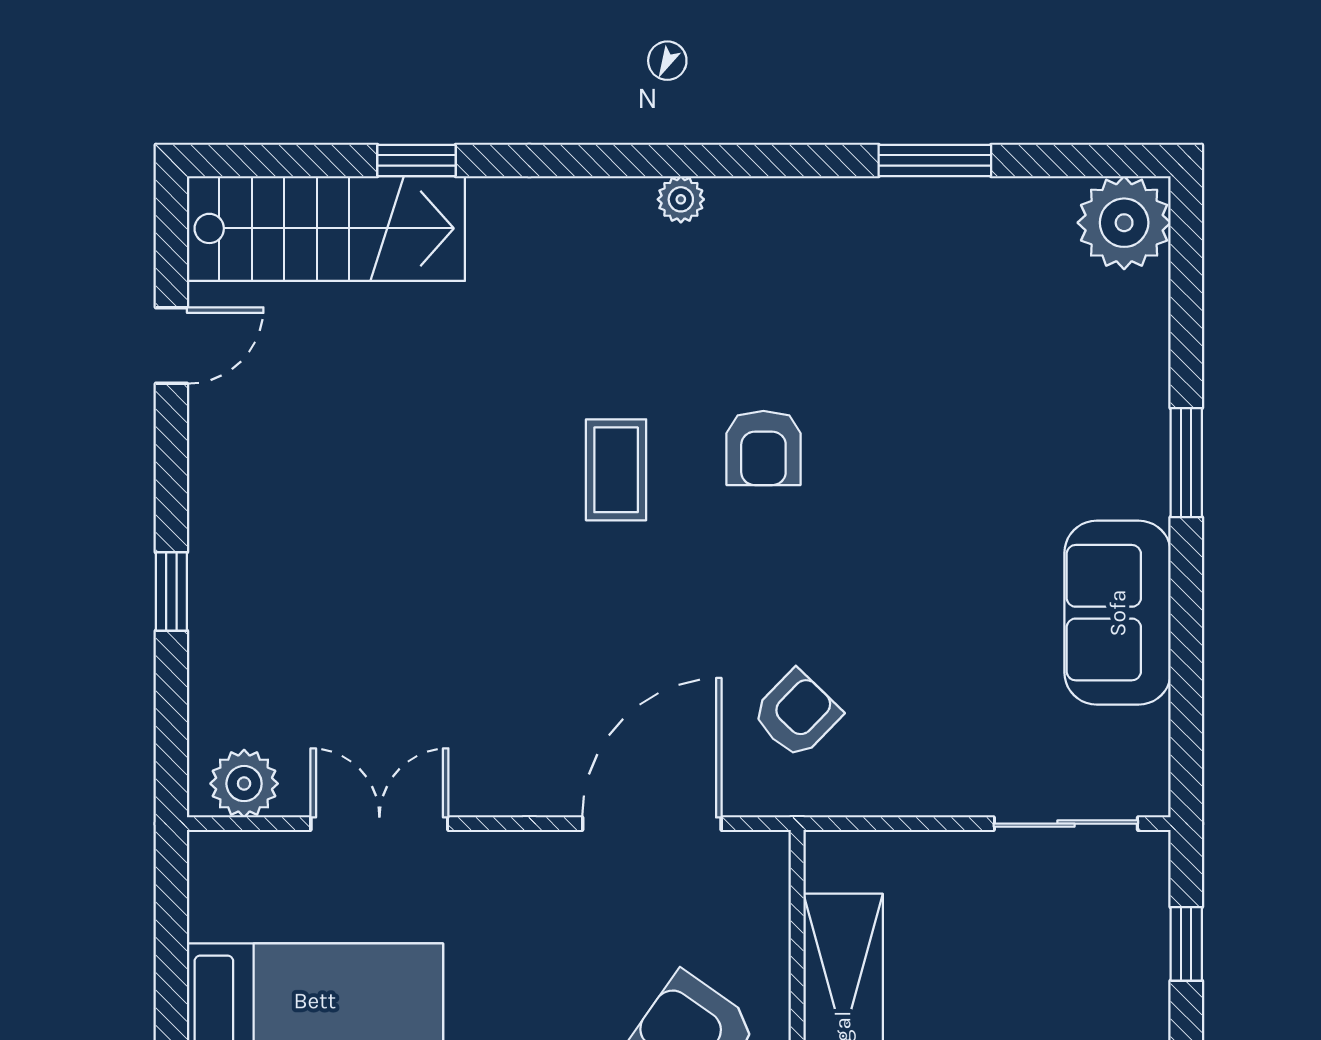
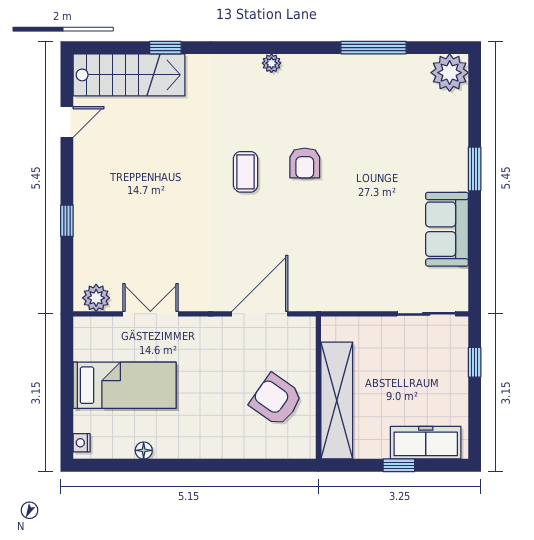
window: (935, 161) -> (374, 48), width x1.44
armchair: (797, 714) -> (318, 270), removed

